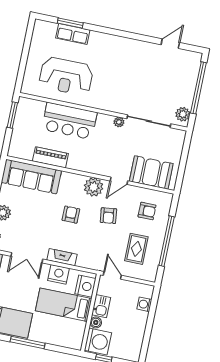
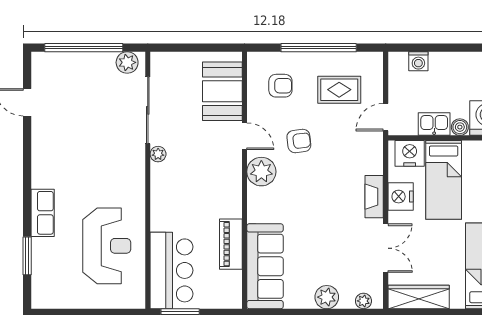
row of seats: (73, 34) -> (43, 213), moved
bar counter: (69, 121) -> (171, 270), moved
armchair: (147, 211) -> (280, 86), turned 90
armchair: (71, 215) -> (309, 197), removed

